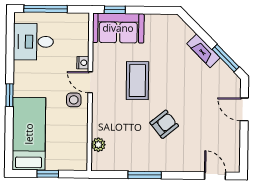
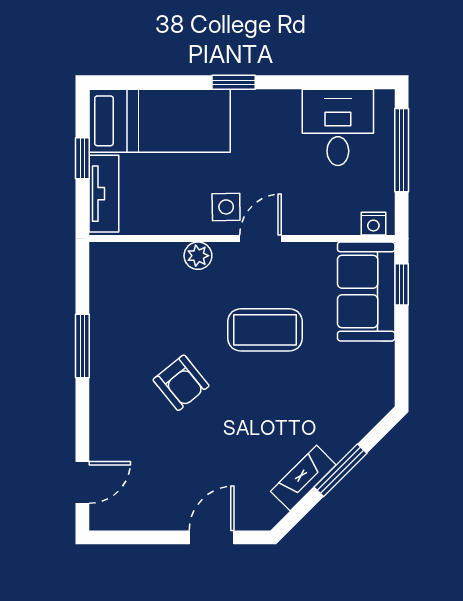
fireplace: (203, 51) -> (303, 478), moved
window: (226, 58) -> (340, 470), moved
nightstand: (83, 63) -> (373, 224), moved
plant: (98, 145) -> (198, 256), moved
tv unit: (66, 163) -> (104, 194), added

